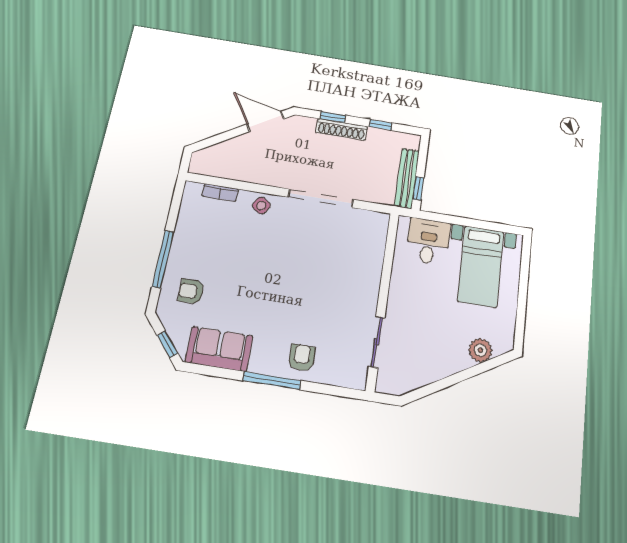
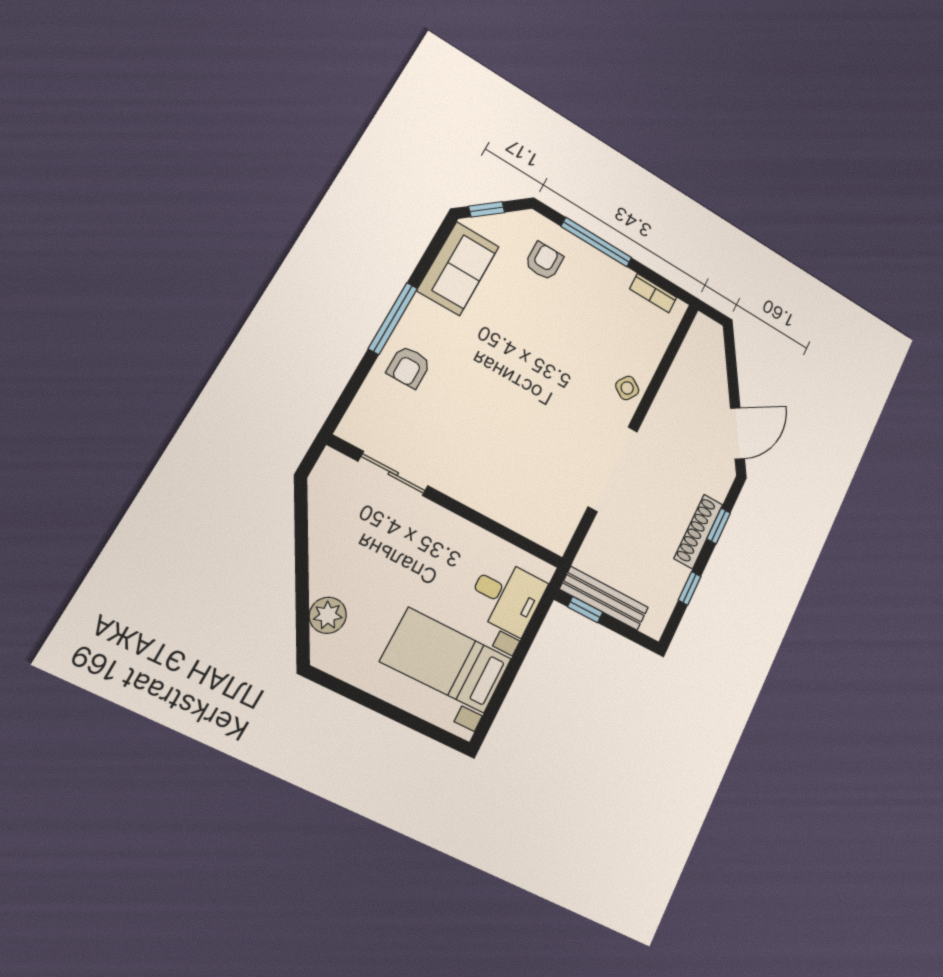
bookcase: (220, 193) -> (653, 293), moved, turned -90
armchair: (302, 358) -> (409, 367), turned 90

